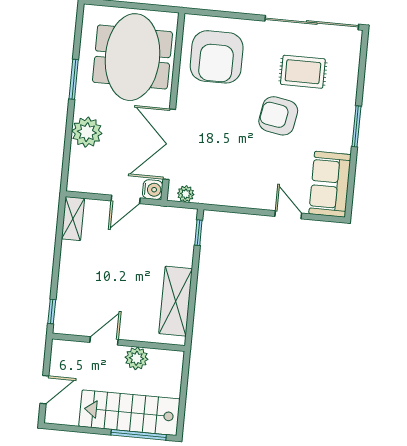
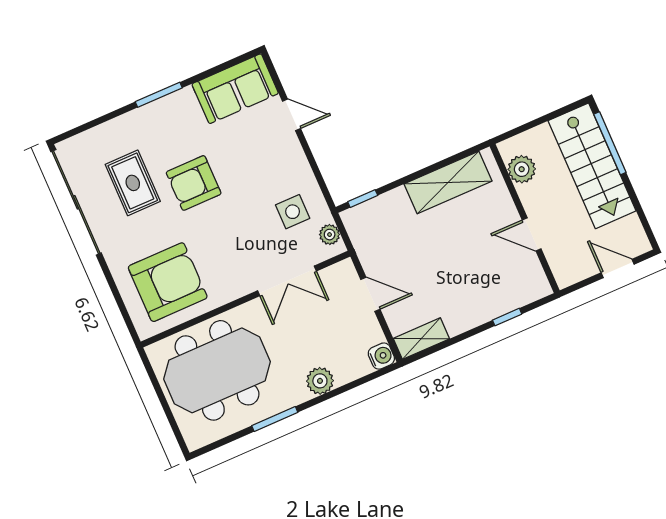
armchair: (278, 116) -> (194, 183), turned 80
plant: (87, 132) -> (320, 381), width x0.73, depth x0.73
double door: (169, 144) -> (287, 281), width x0.73
side table: (217, 176) -> (293, 212), added
water cooler: (153, 190) -> (381, 356), moved, turned 90
door: (288, 215) -> (292, 115), swing flipped
window: (52, 312) -> (507, 317), moved
plant: (136, 358) -> (522, 169), moved

